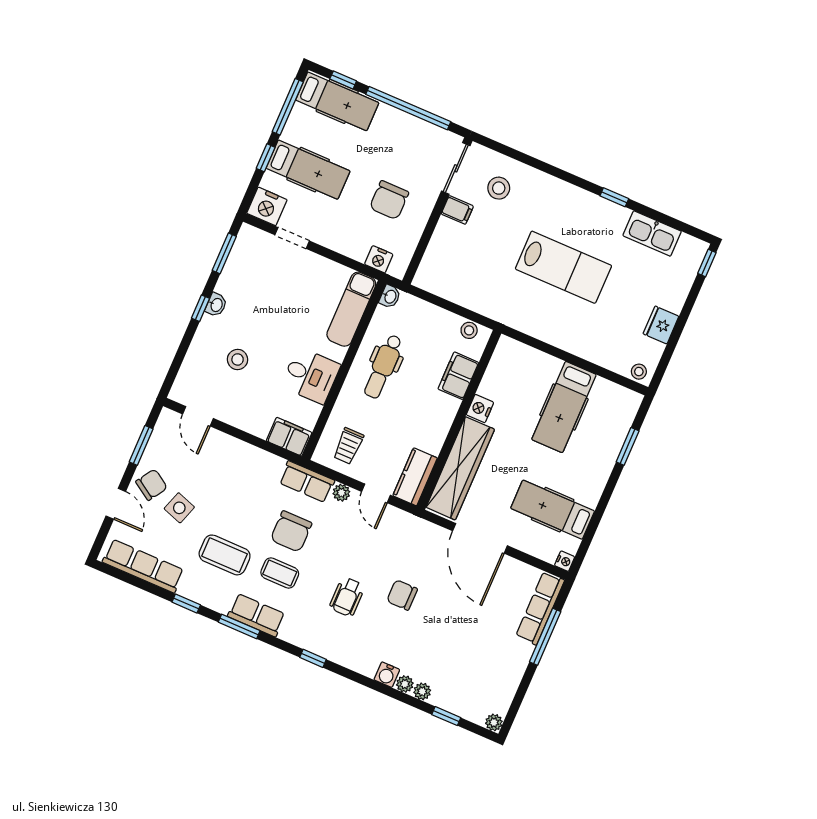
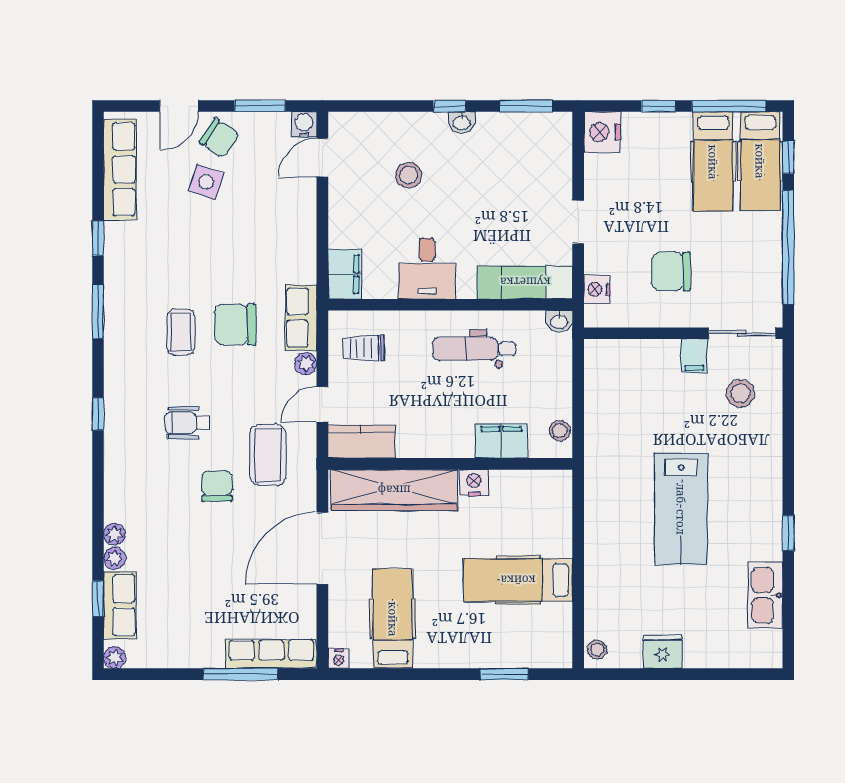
hospital bed: (308, 170) -> (713, 162), moved
doorway: (292, 238) -> (578, 222), moved
window: (707, 263) -> (758, 674), removed
coffee table: (225, 555) -> (268, 455), moved
row of seats: (256, 615) -> (120, 605), moved
water cooler: (387, 675) -> (304, 124), moved, turned 90

